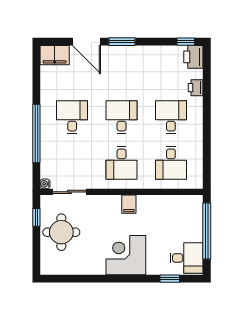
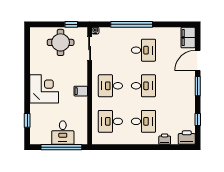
window: (186, 42) -> (198, 119), moved
desk: (187, 258) -> (63, 133), moved

